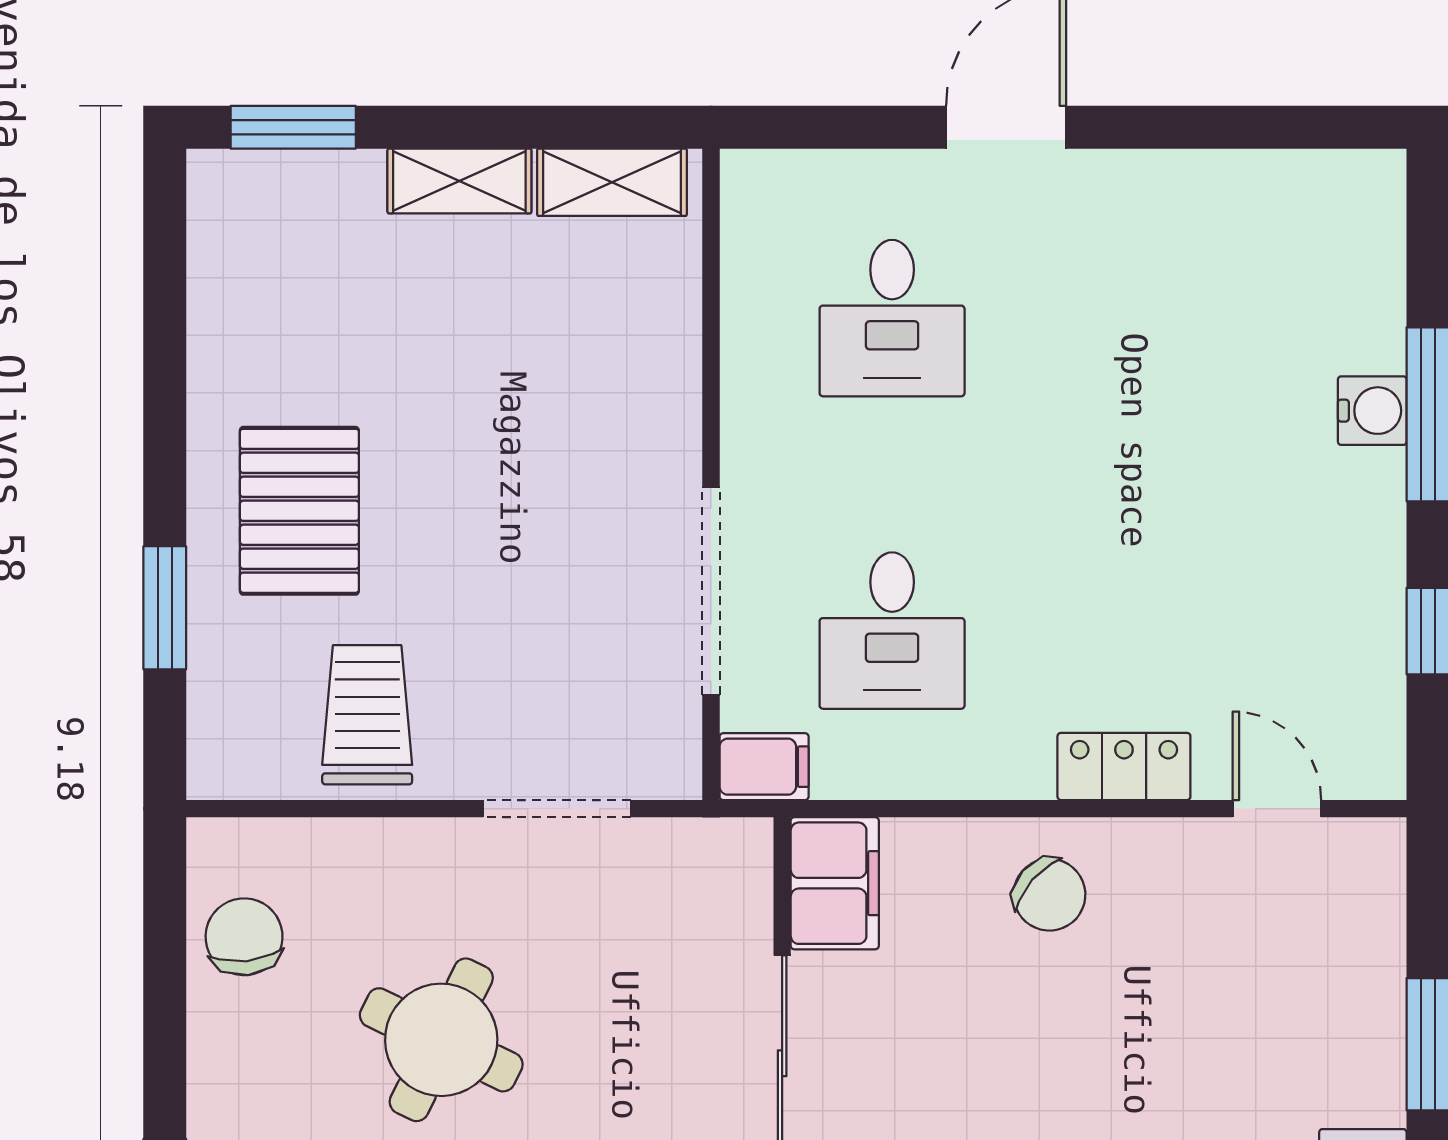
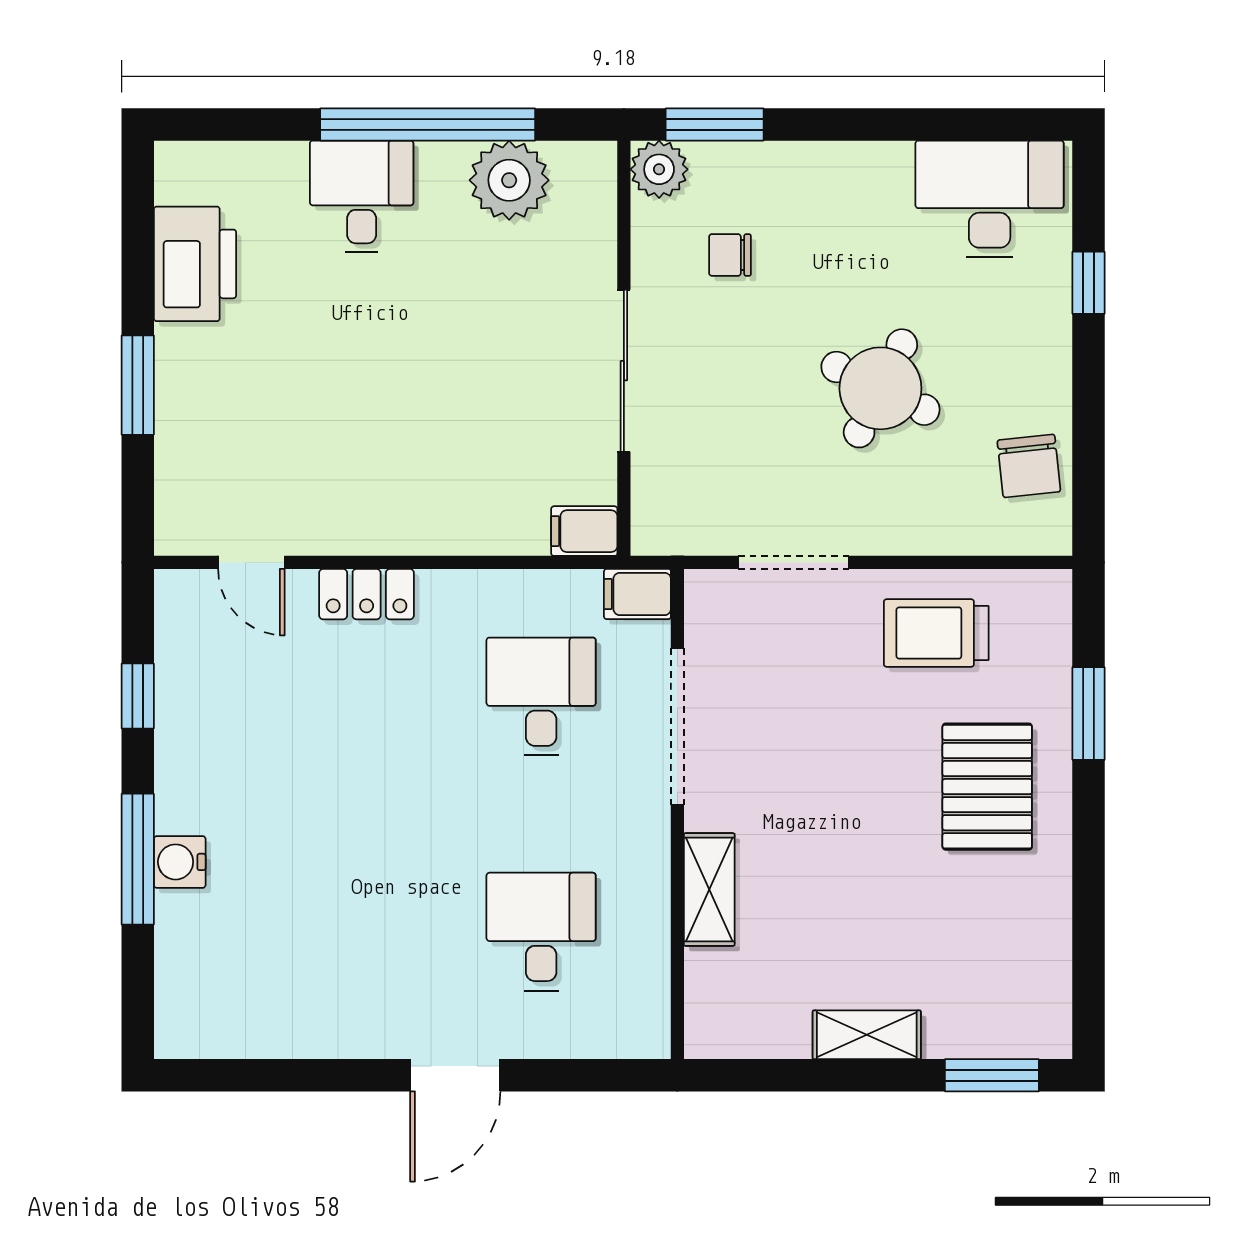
shelving: (612, 182) -> (709, 890), moved, turned 90
trolley: (367, 715) -> (936, 633), turned 90
filing cabinet: (835, 883) -> (584, 531), width x0.50
chair: (1049, 895) -> (423, 498), removed

